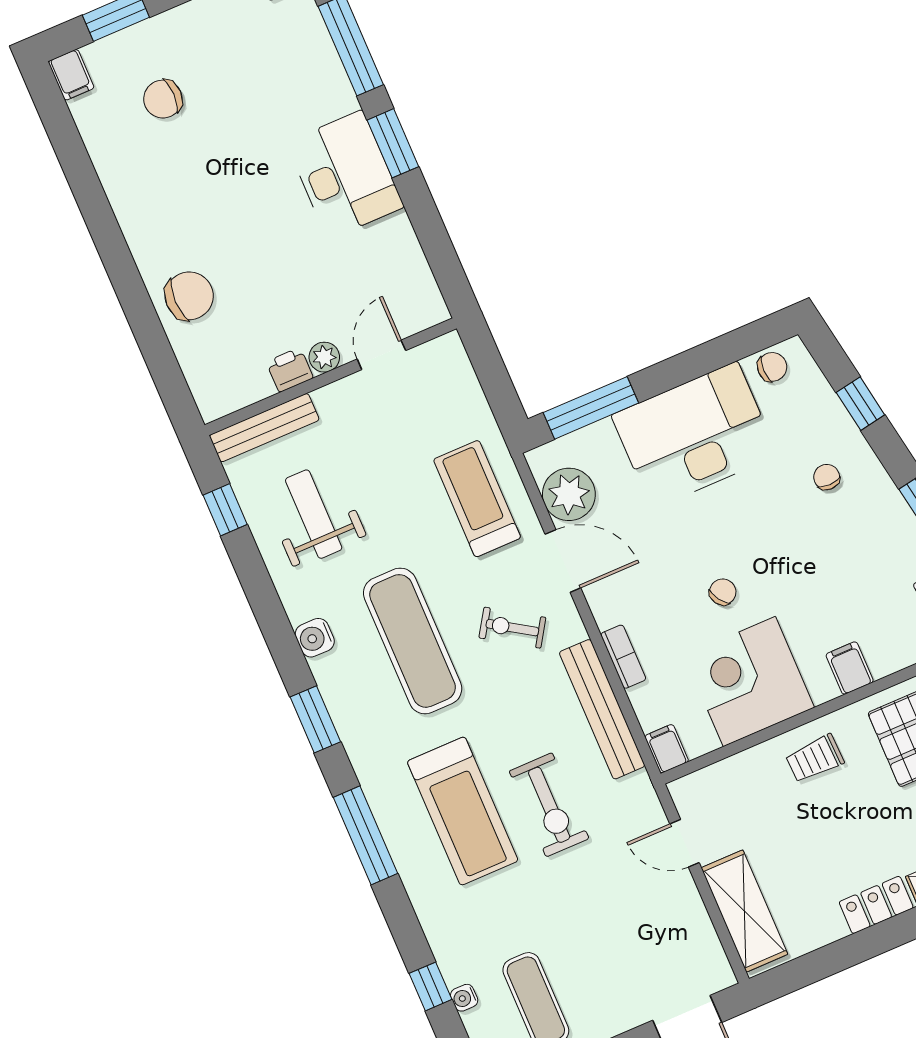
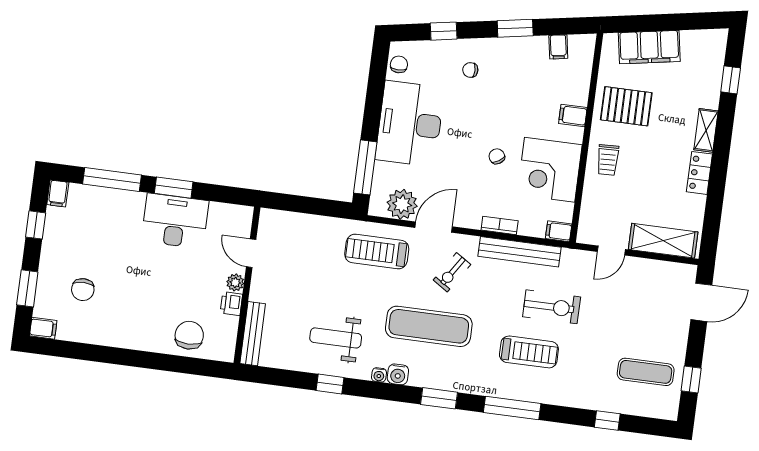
door: (381, 355) -> (251, 253), moved
plant: (324, 357) -> (235, 282), moved
printer: (290, 370) -> (231, 304), moved
wall: (331, 377) -> (247, 285), moved
bench: (264, 428) -> (253, 334), moved
window: (225, 510) -> (330, 384), moved
treadmill: (463, 811) -> (529, 352), width x0.73, depth x0.73
water cooler: (464, 998) -> (379, 375), moved

